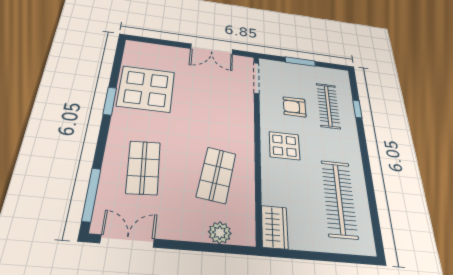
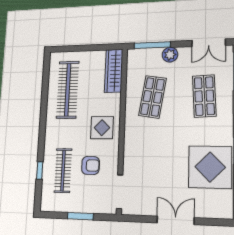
double door: (212, 49) -> (175, 220), moved
wardrobe: (275, 227) -> (114, 71), width x1.50
plant: (220, 233) -> (170, 55), moved
window: (216, 248) -> (152, 45), added

